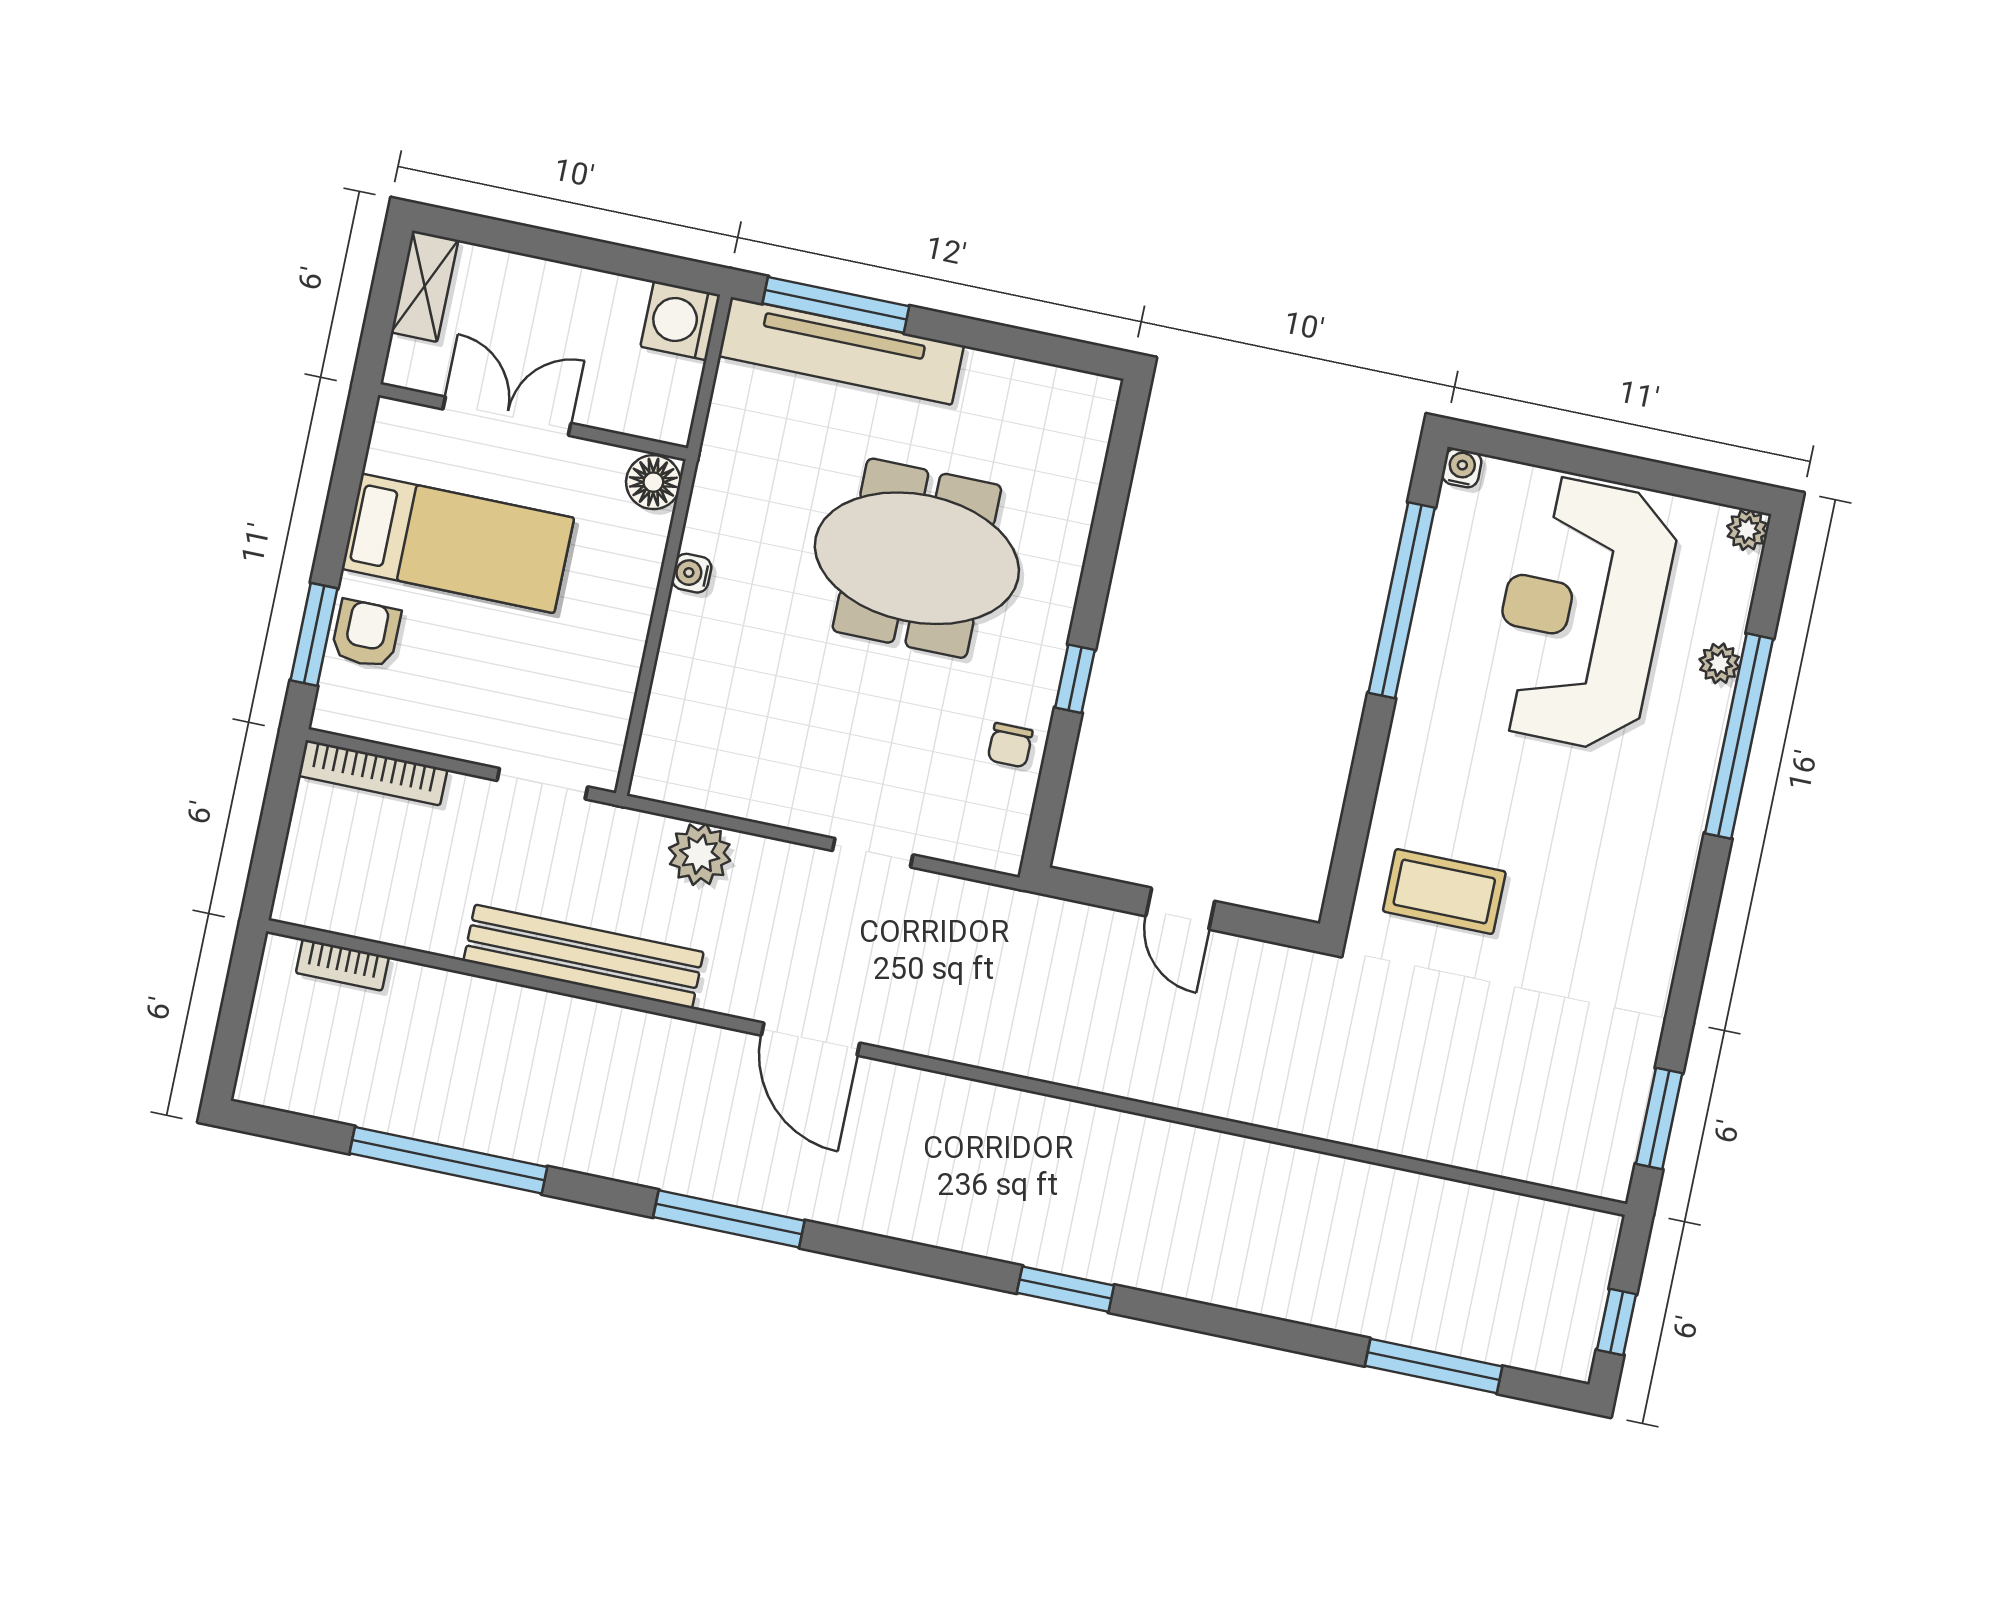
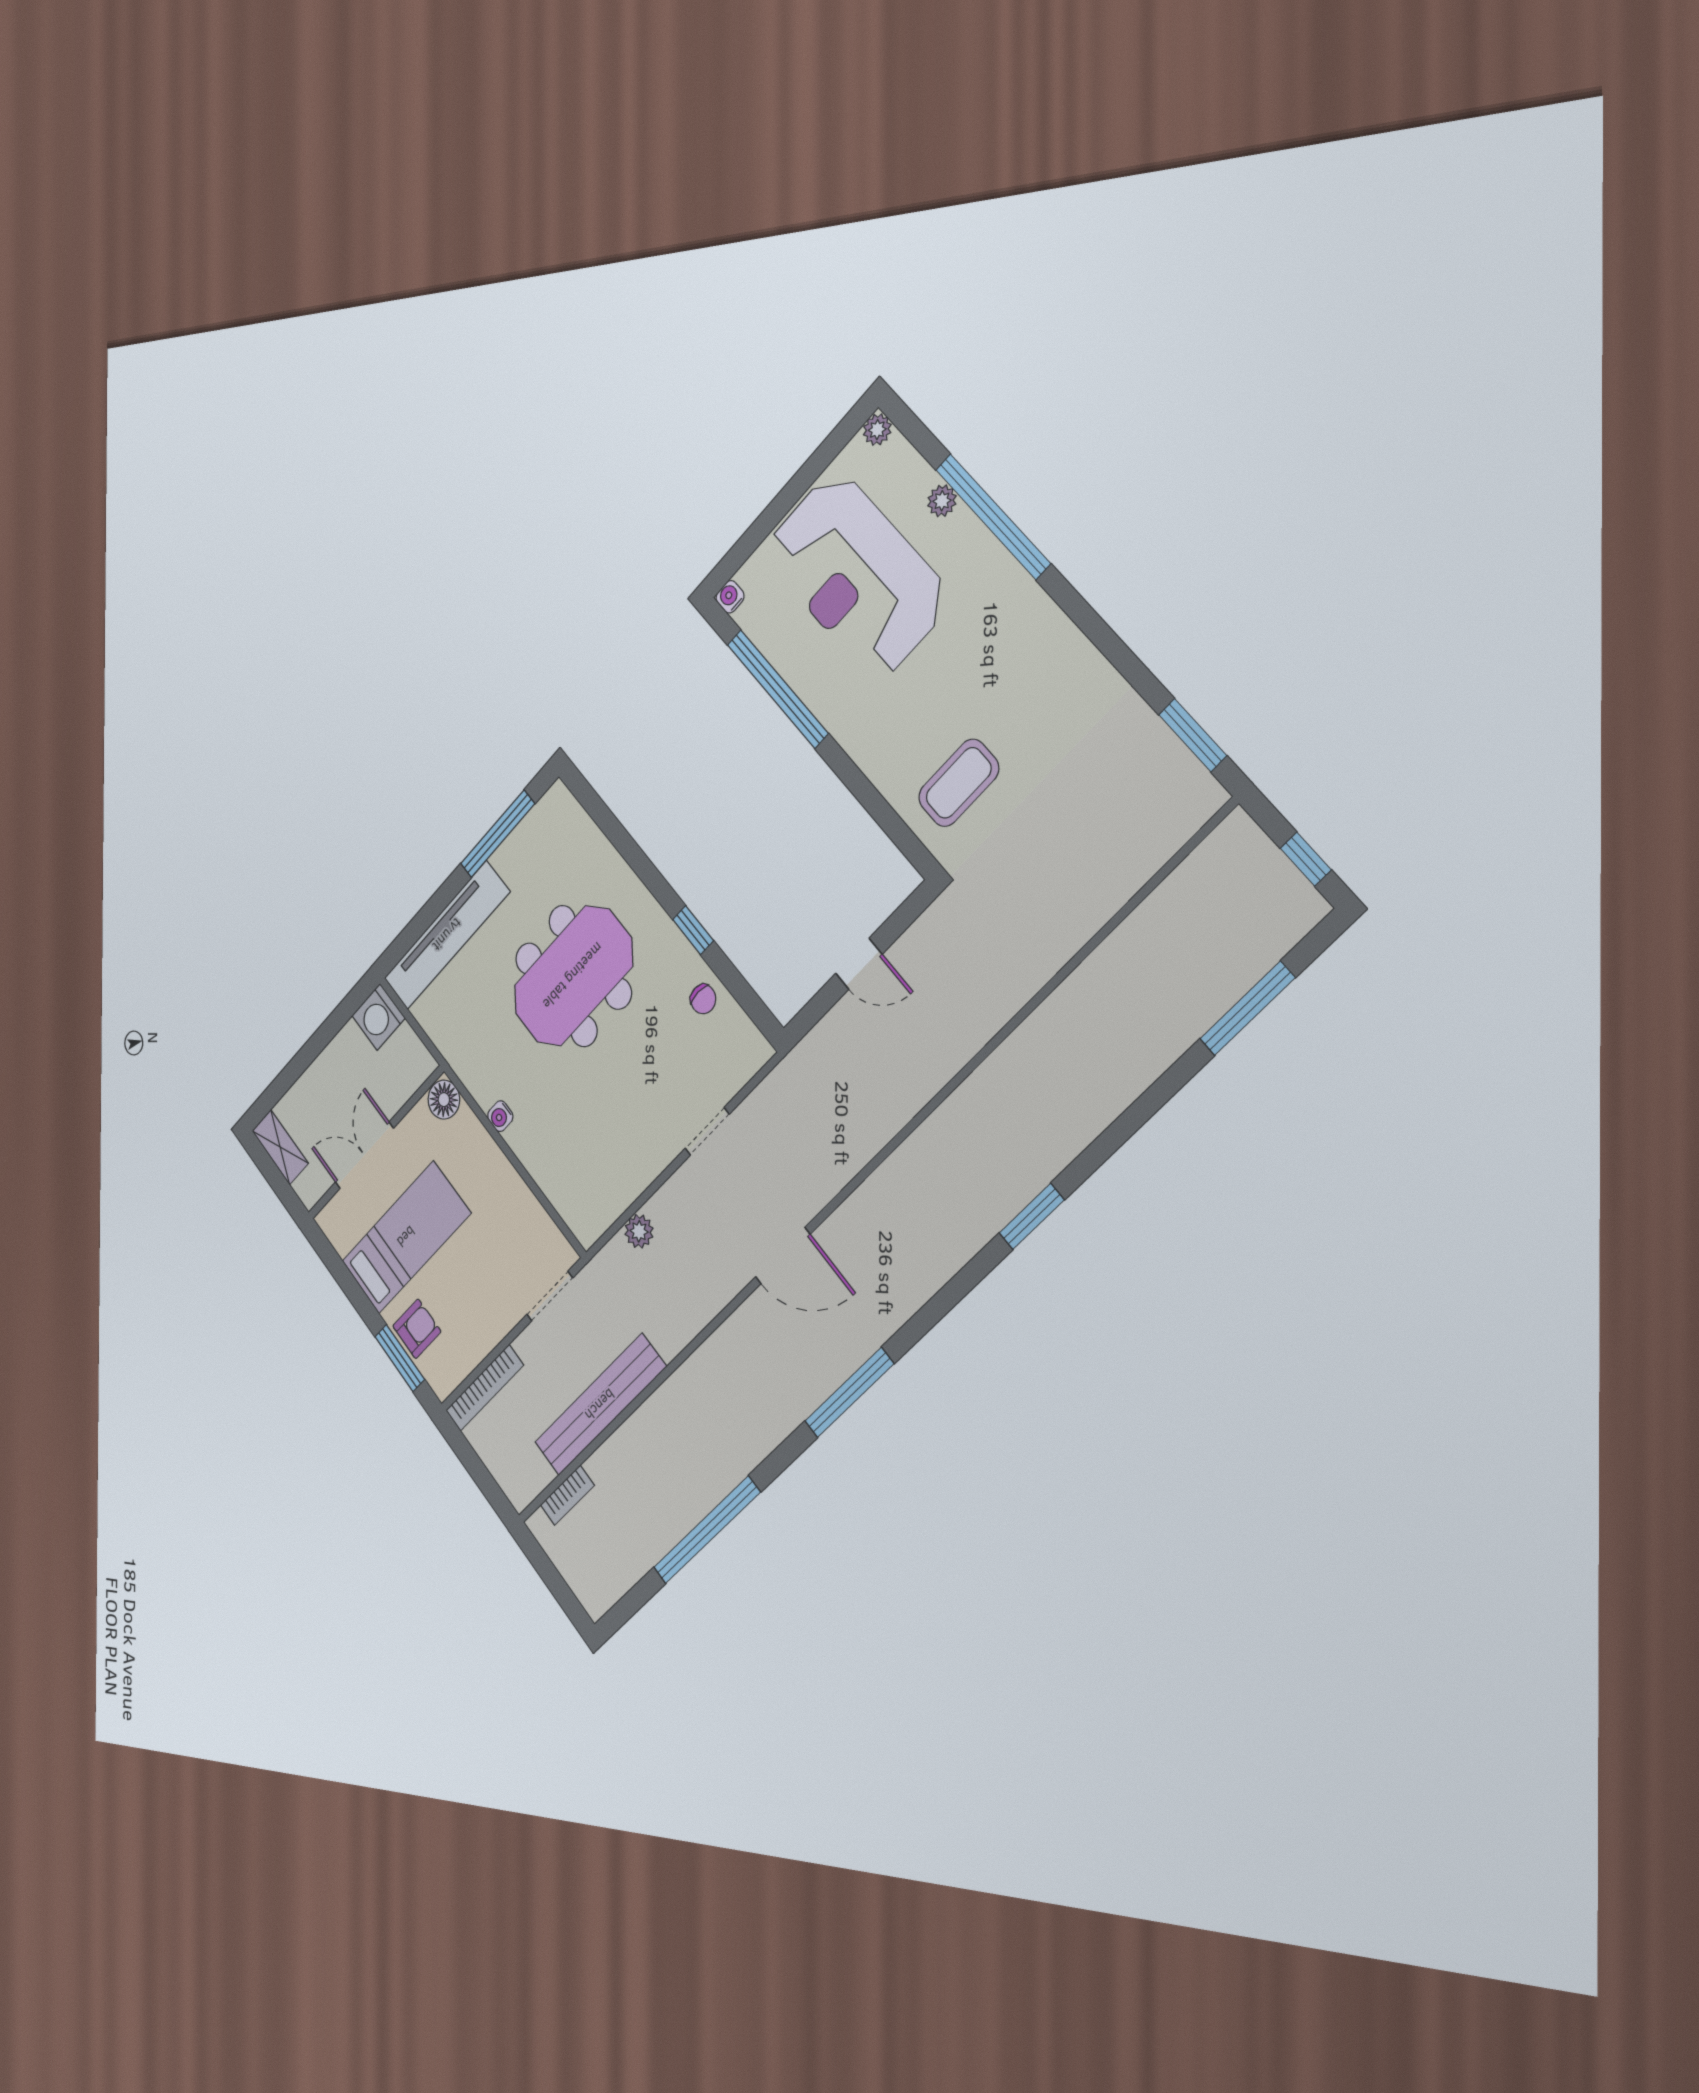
window: (836, 305) -> (498, 834), moved
armchair: (366, 634) -> (417, 1329), turned 90
plant: (700, 854) -> (639, 1231), width x0.73, depth x0.73
bench: (584, 957) -> (600, 1405), moved

